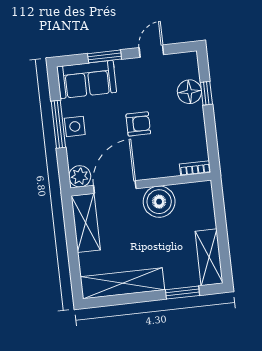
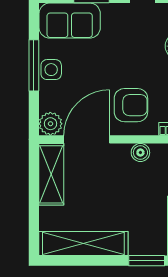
armchair: (138, 124) -> (131, 105), moved, width x1.38, depth x1.38
boiler: (159, 202) -> (140, 153), width x0.54, depth x0.54

